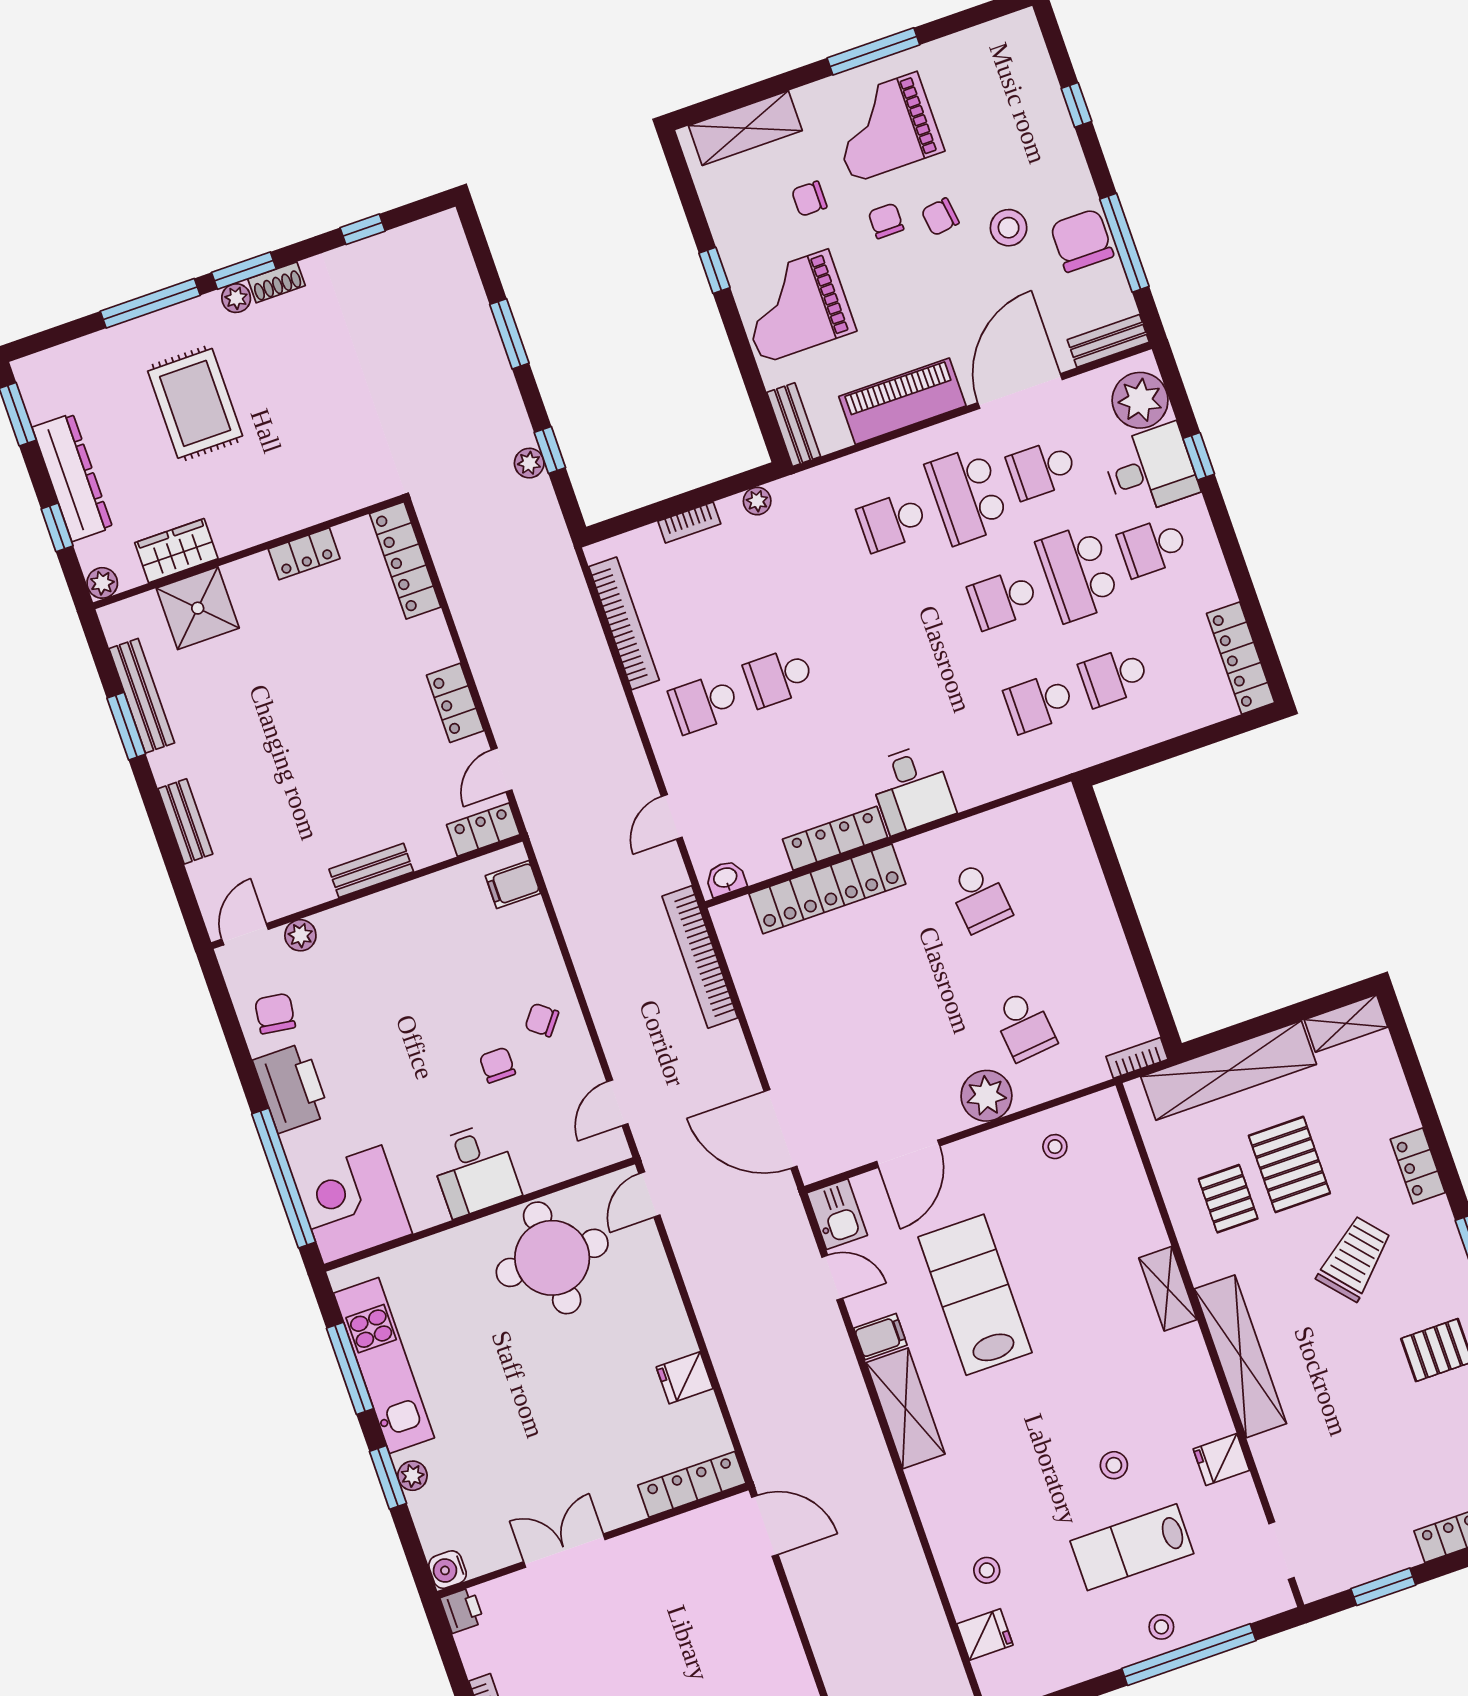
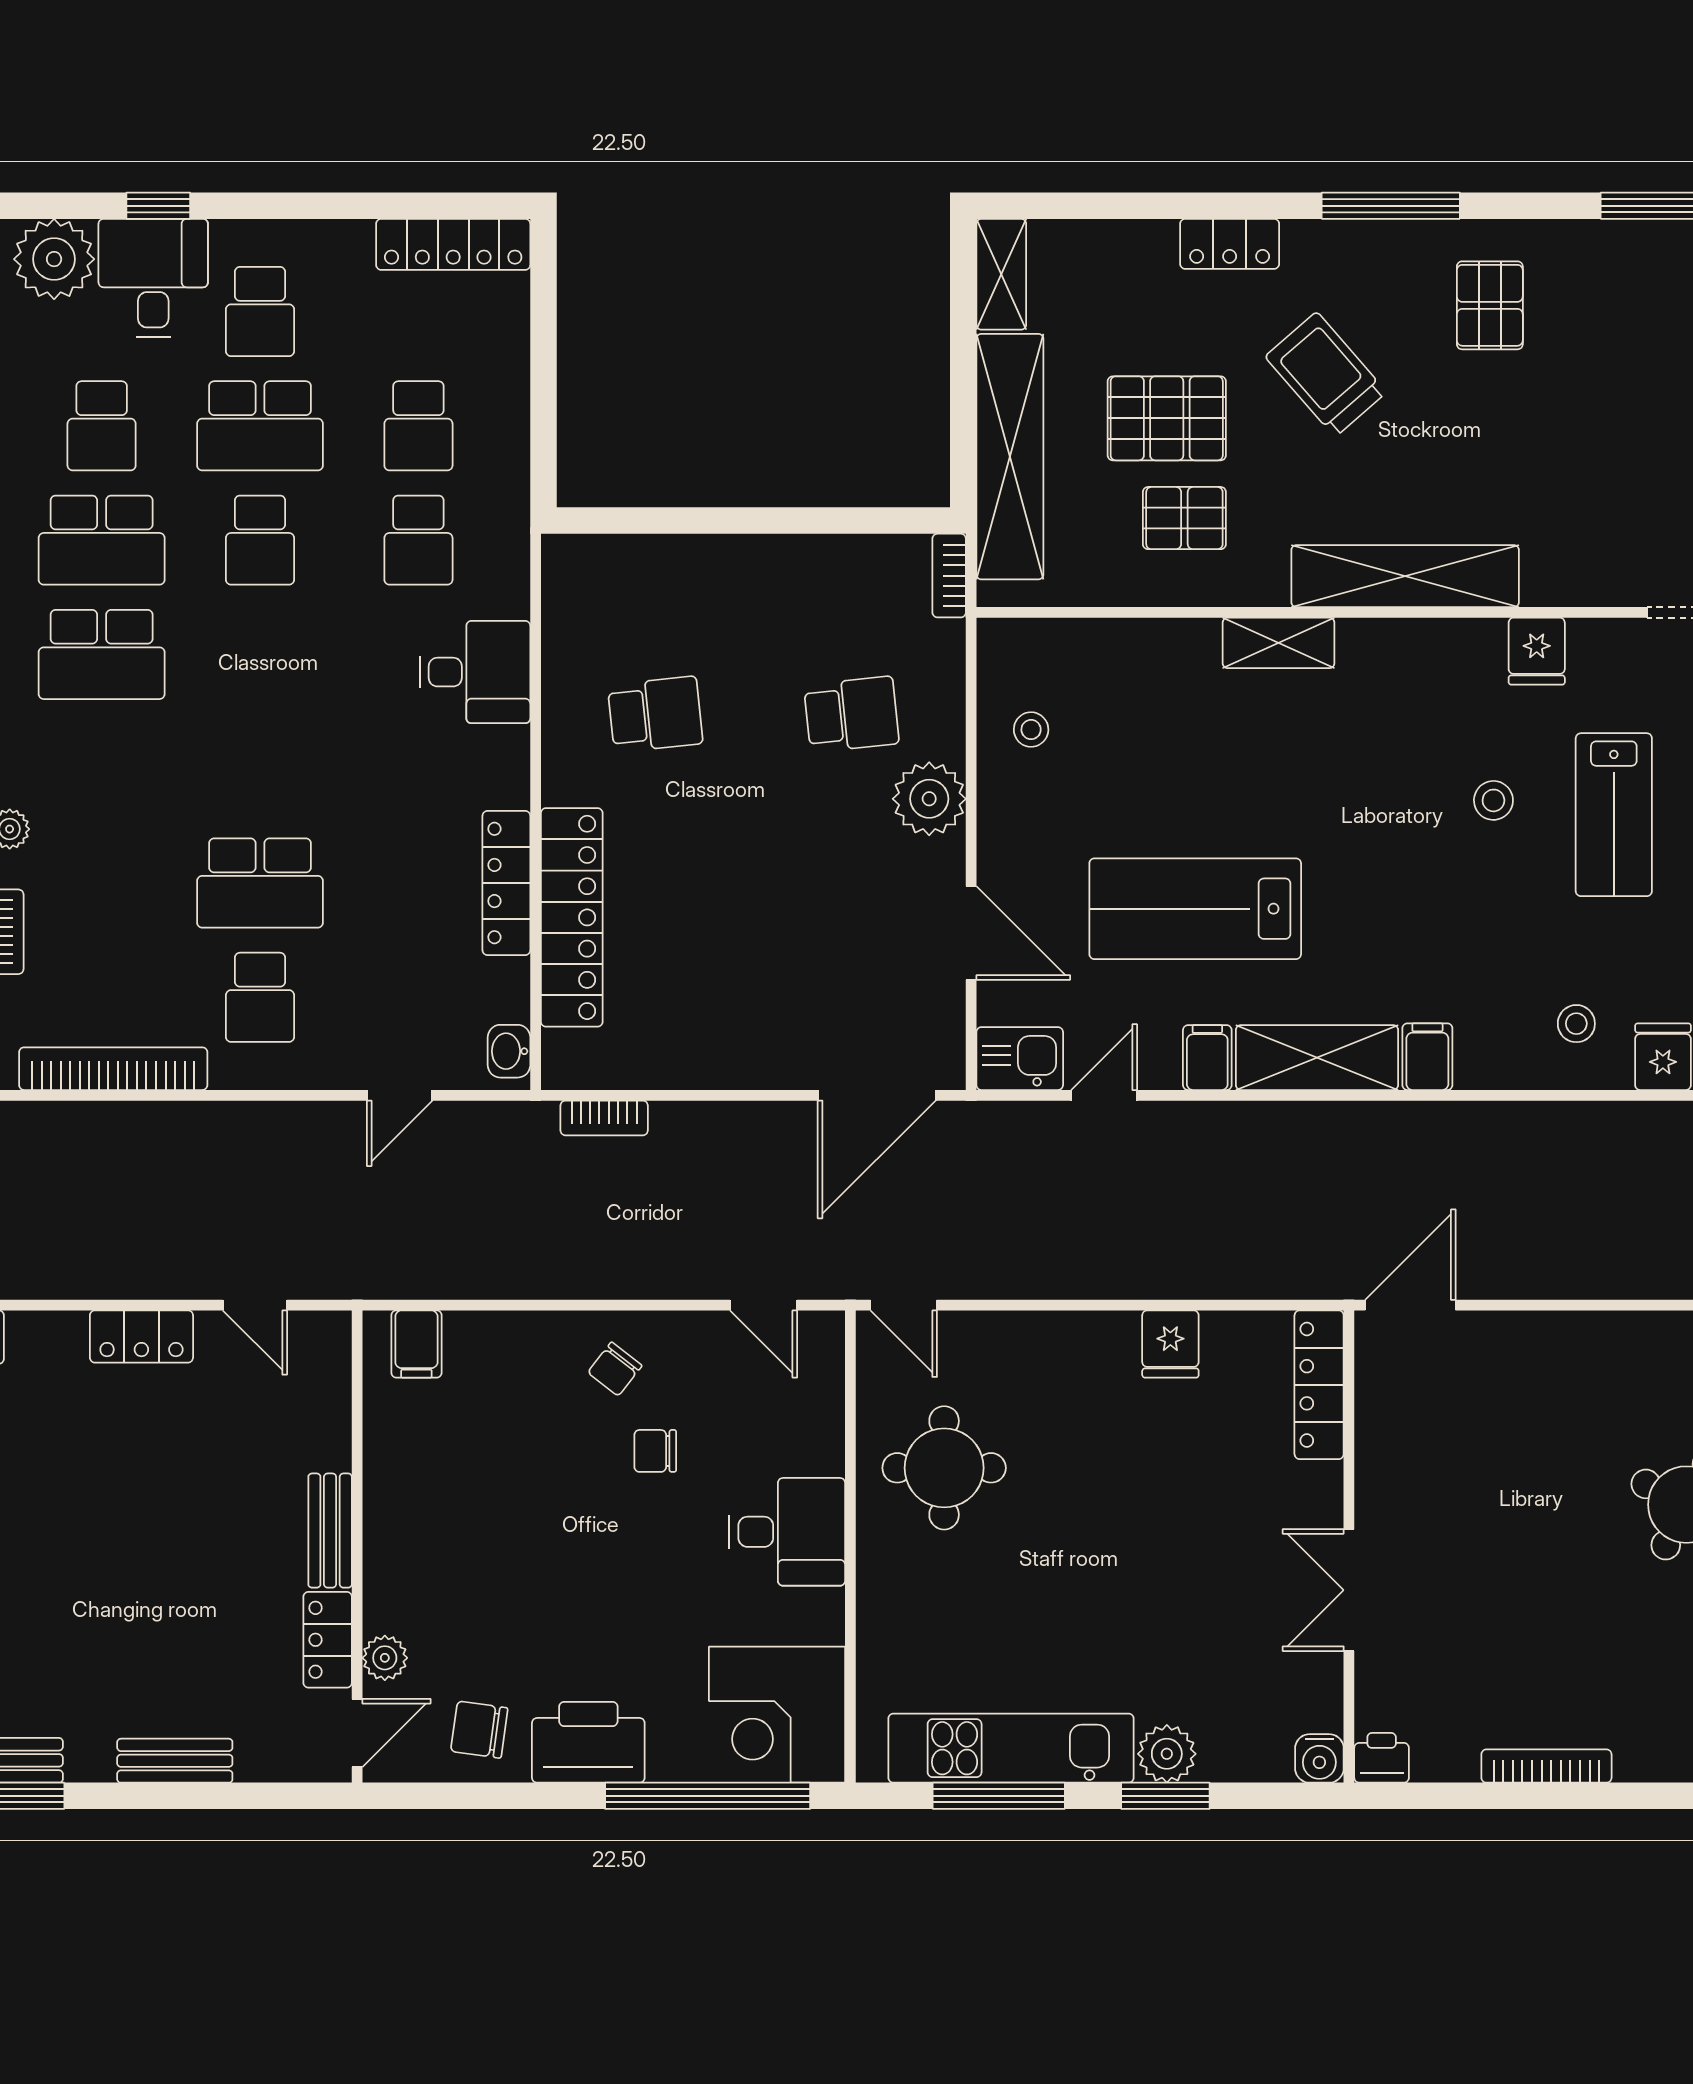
school desk: (892, 521) -> (102, 654), width x1.85
school desk: (779, 677) -> (260, 883), width x1.85
desk: (911, 789) -> (475, 672), moved
door: (672, 817) -> (400, 1095), hinge flipped
locker: (483, 830) -> (328, 1640), moved
door: (245, 934) -> (357, 1733), swing flipped
bookcase: (700, 957) -> (604, 1118), width x0.43, depth x0.76
round table: (552, 1258) -> (944, 1468), width x0.73, depth x0.73
plant: (412, 1476) -> (1167, 1754), width x1.38, depth x1.38
filing cabinet: (931, 1480) -> (1427, 1057), added

